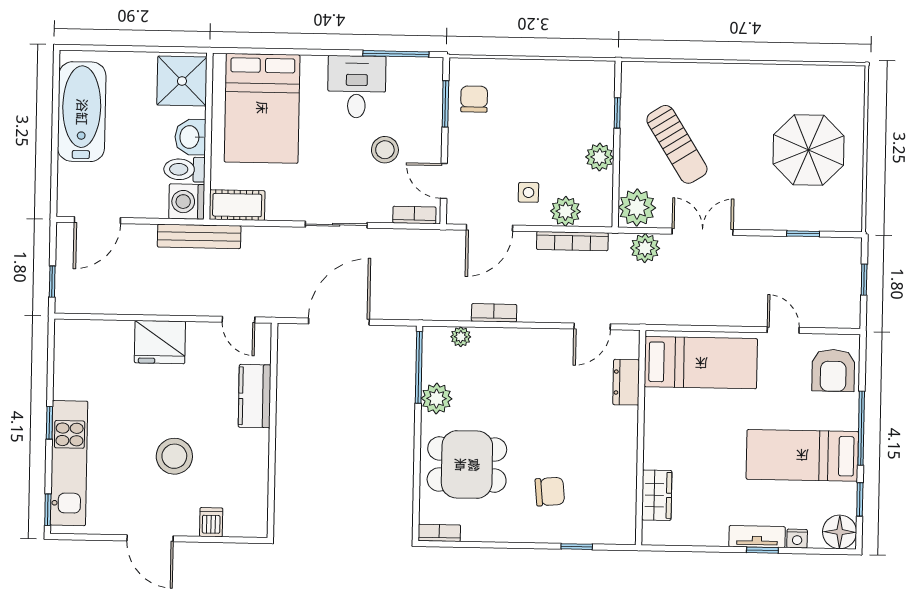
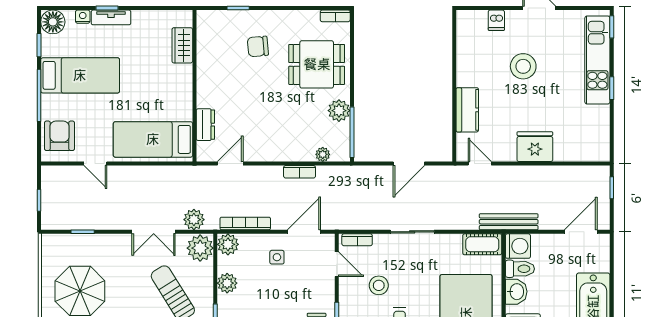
plant: (566, 211) -> (228, 244), moved
door: (339, 322) -> (409, 164), width x0.73

